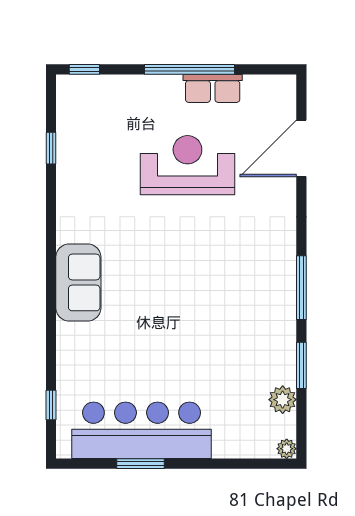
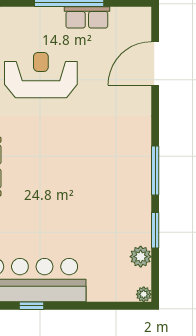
reception desk: (187, 165) -> (41, 75), moved
window: (140, 464) -> (31, 306), width x0.67

